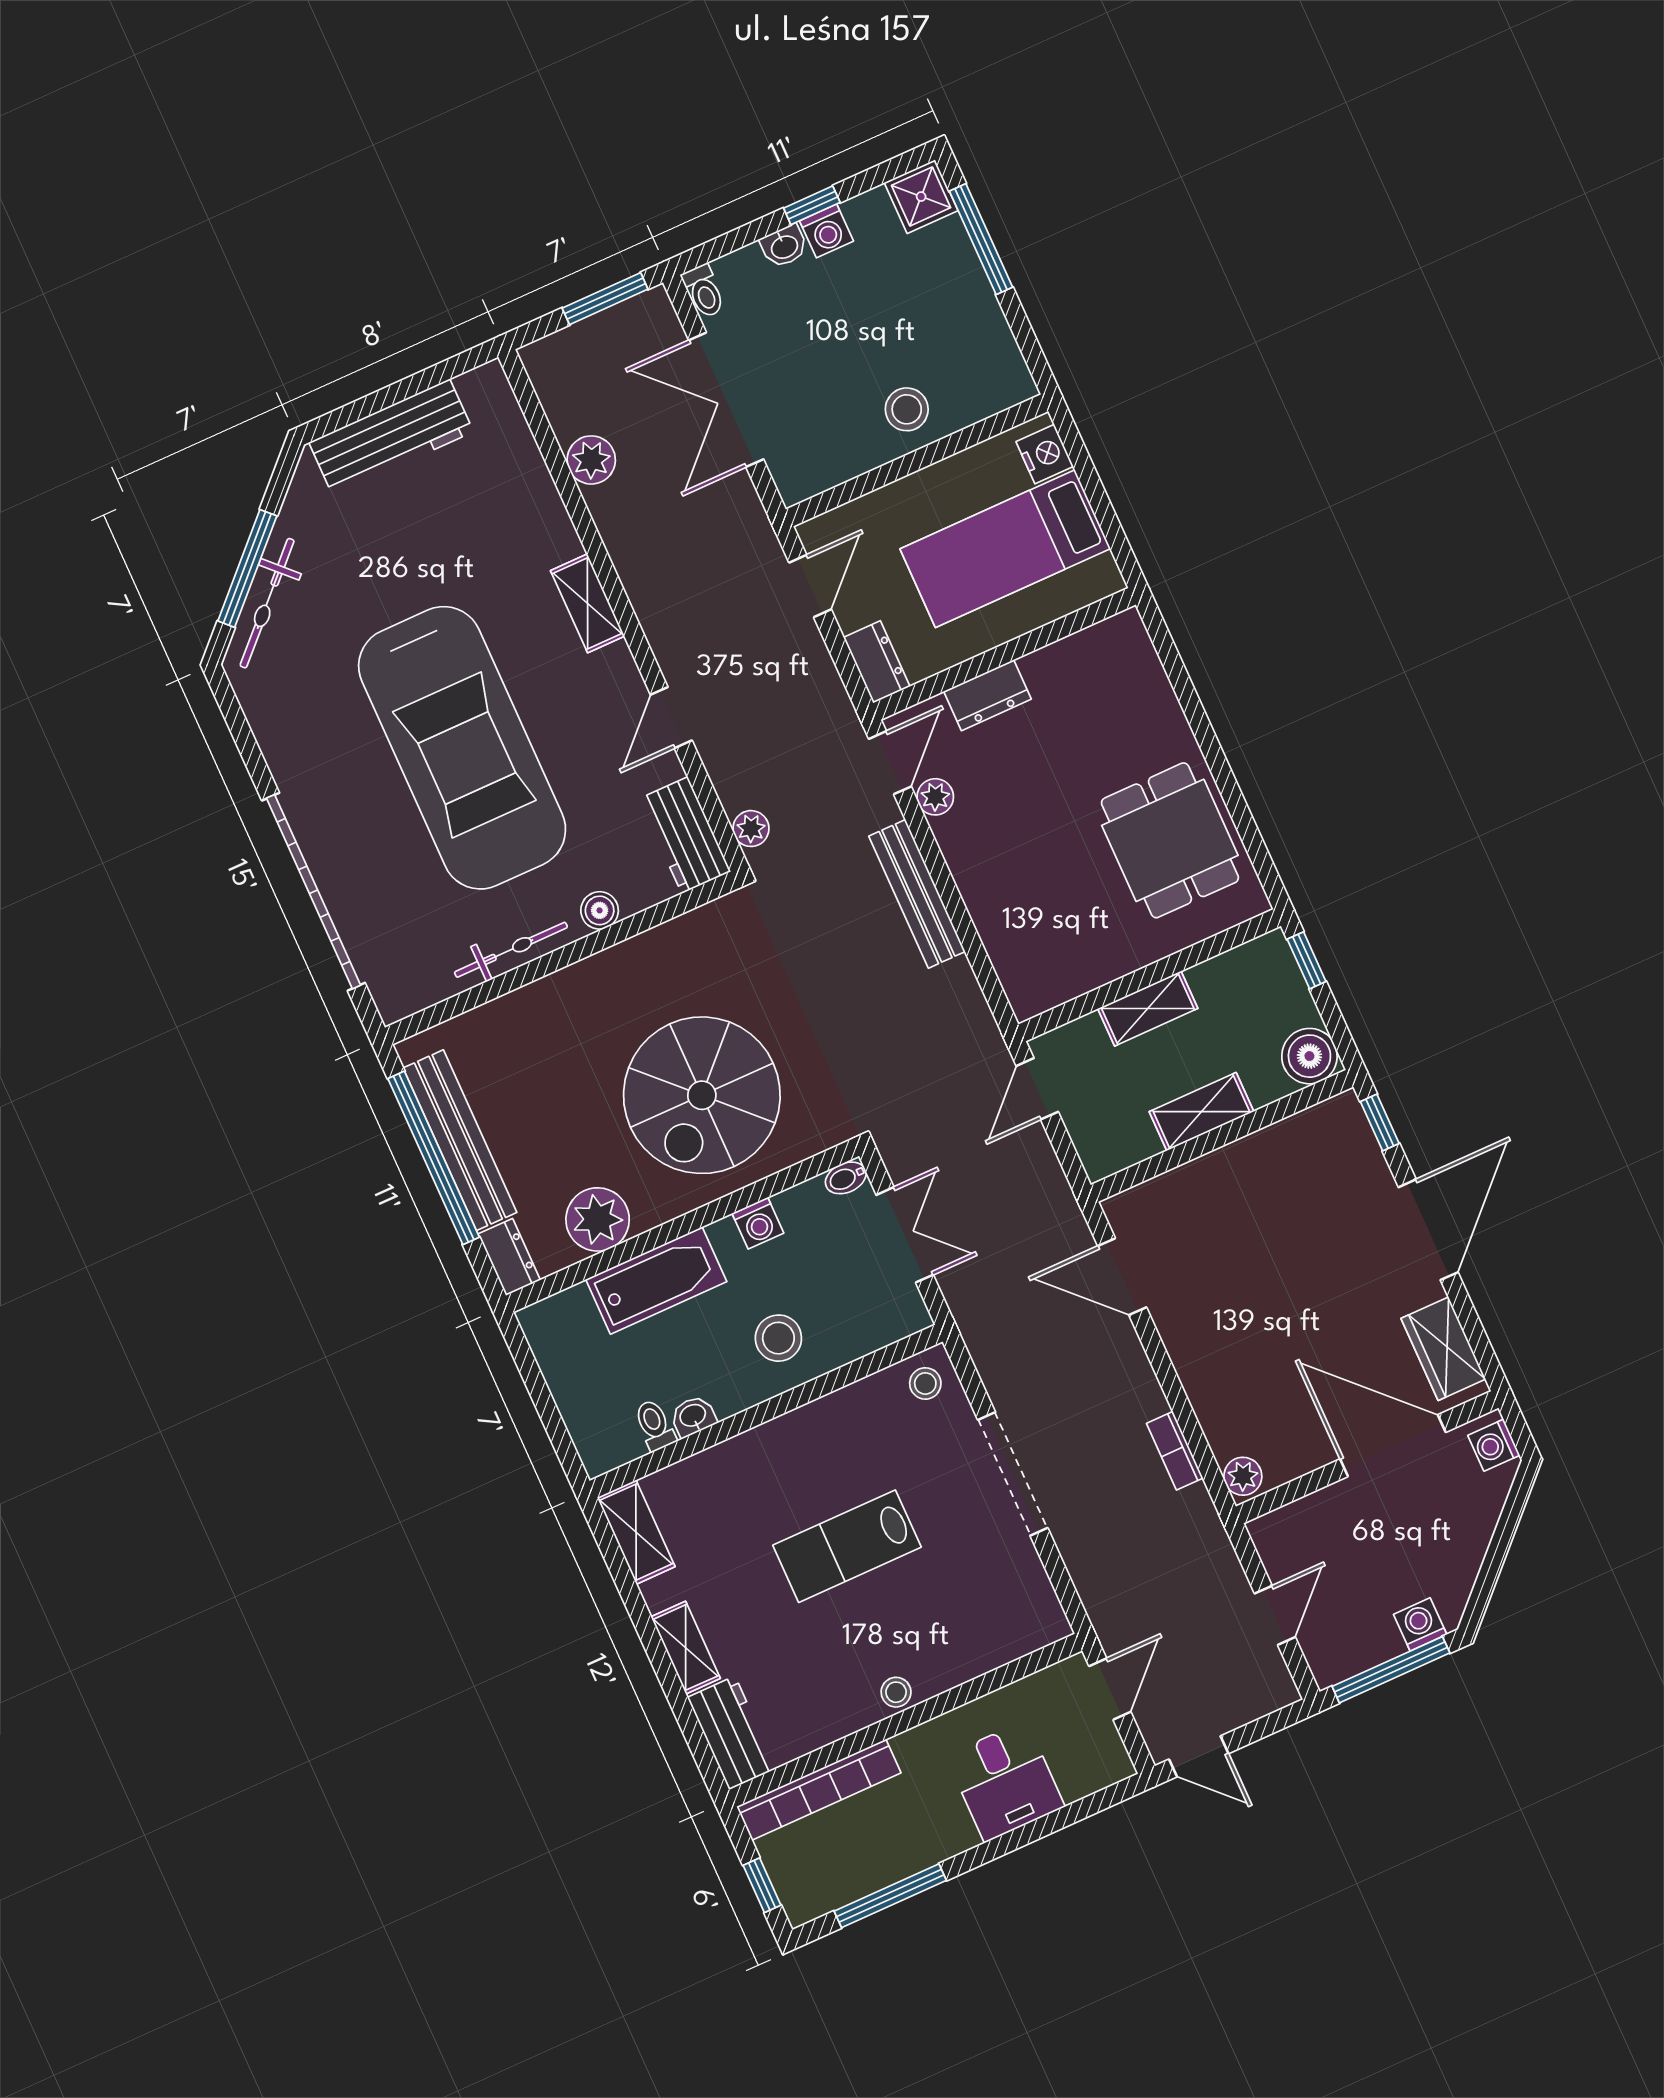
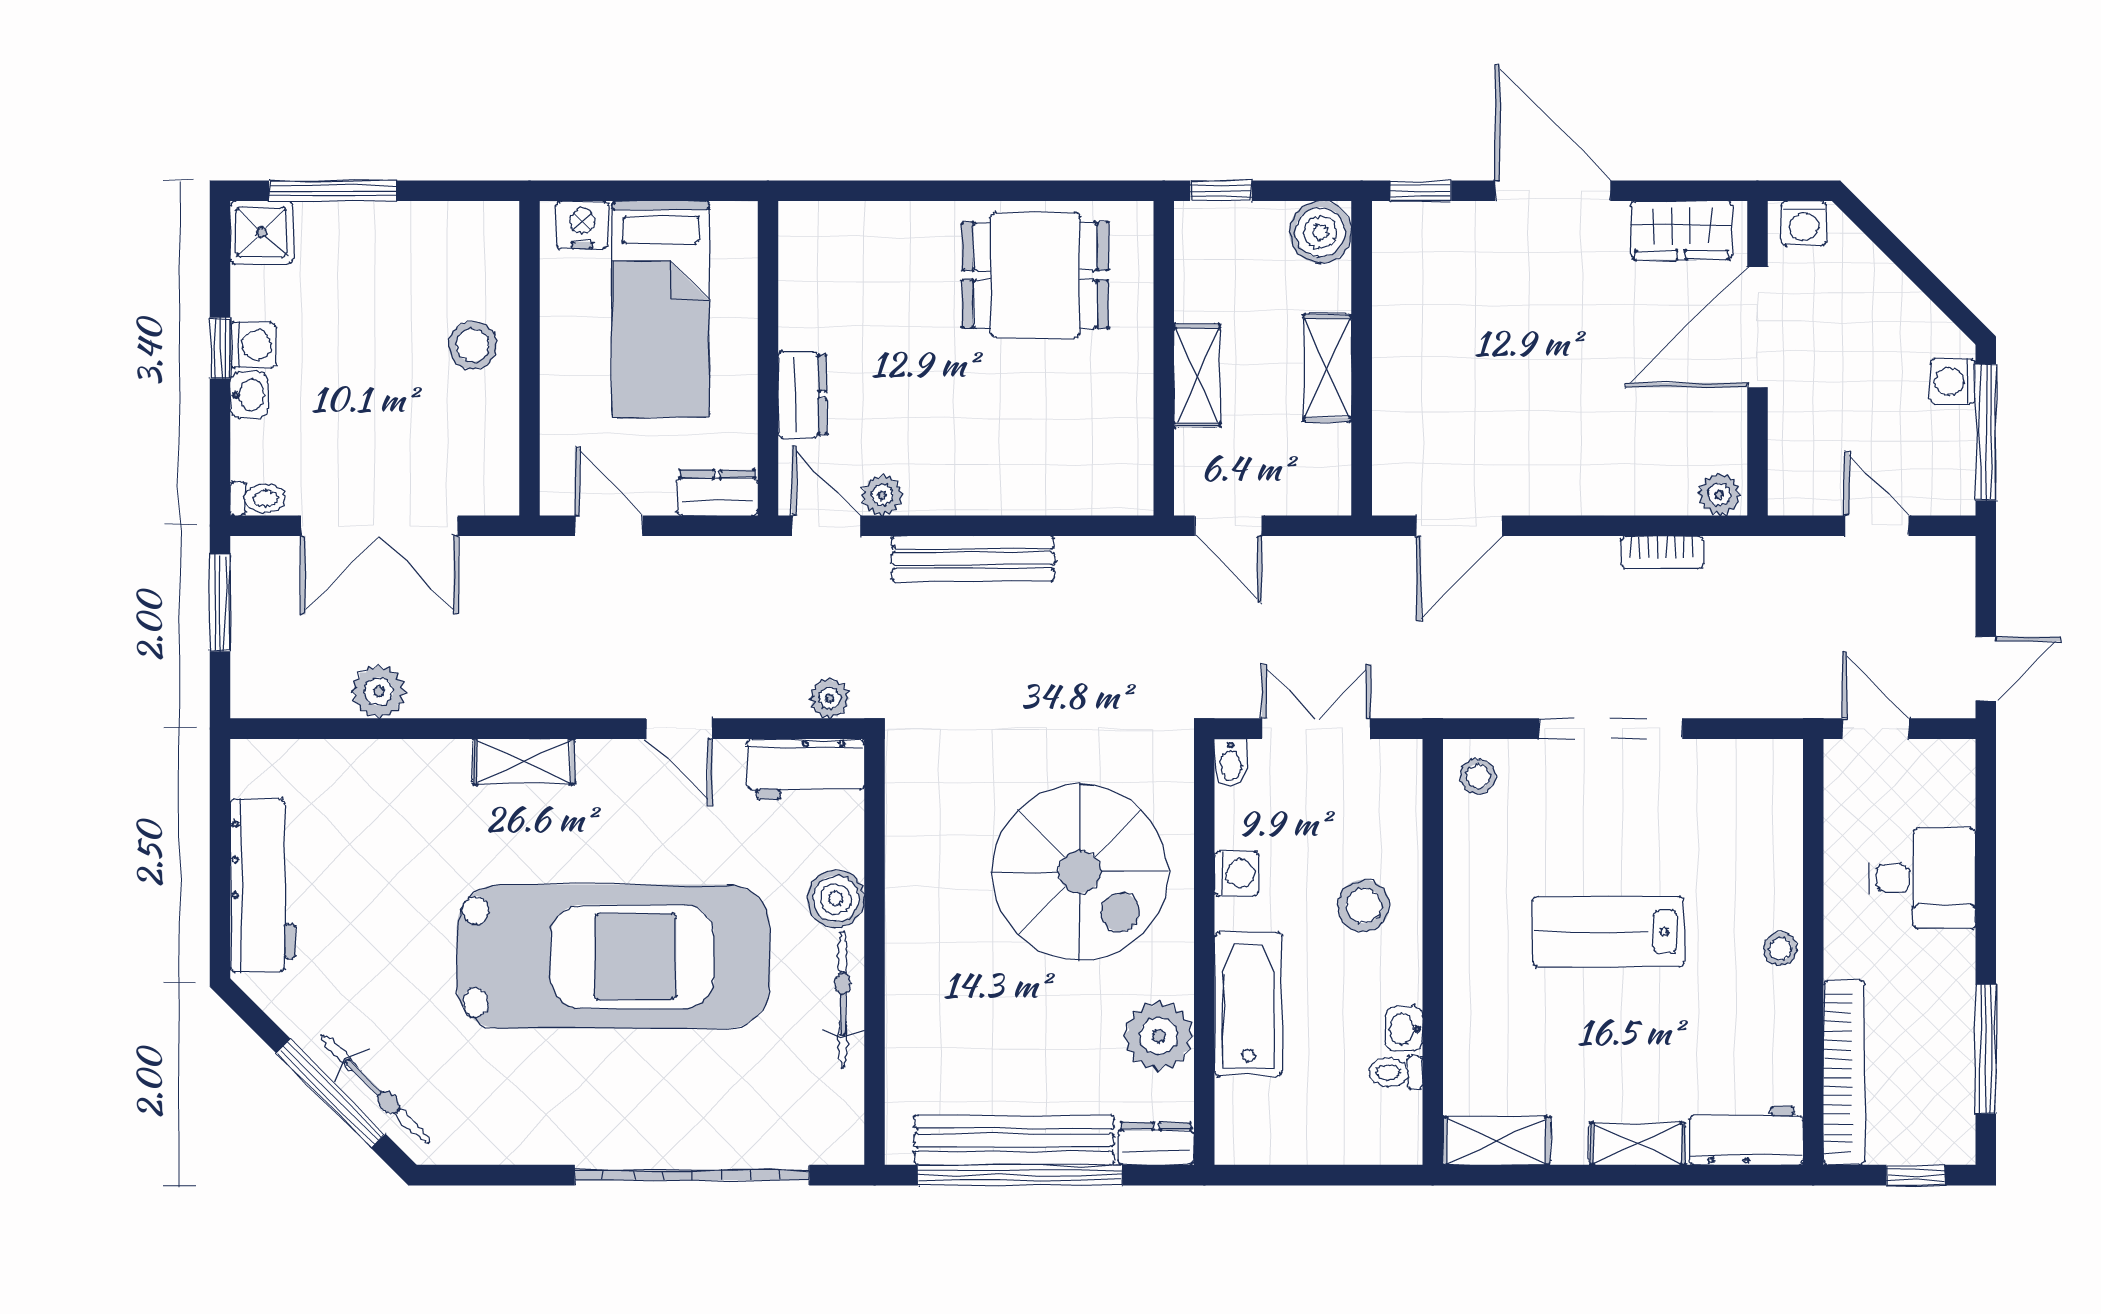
boiler: (600, 910) -> (836, 899), width x1.36, depth x1.36
lab bench: (847, 1546) -> (1608, 932), turned 90

